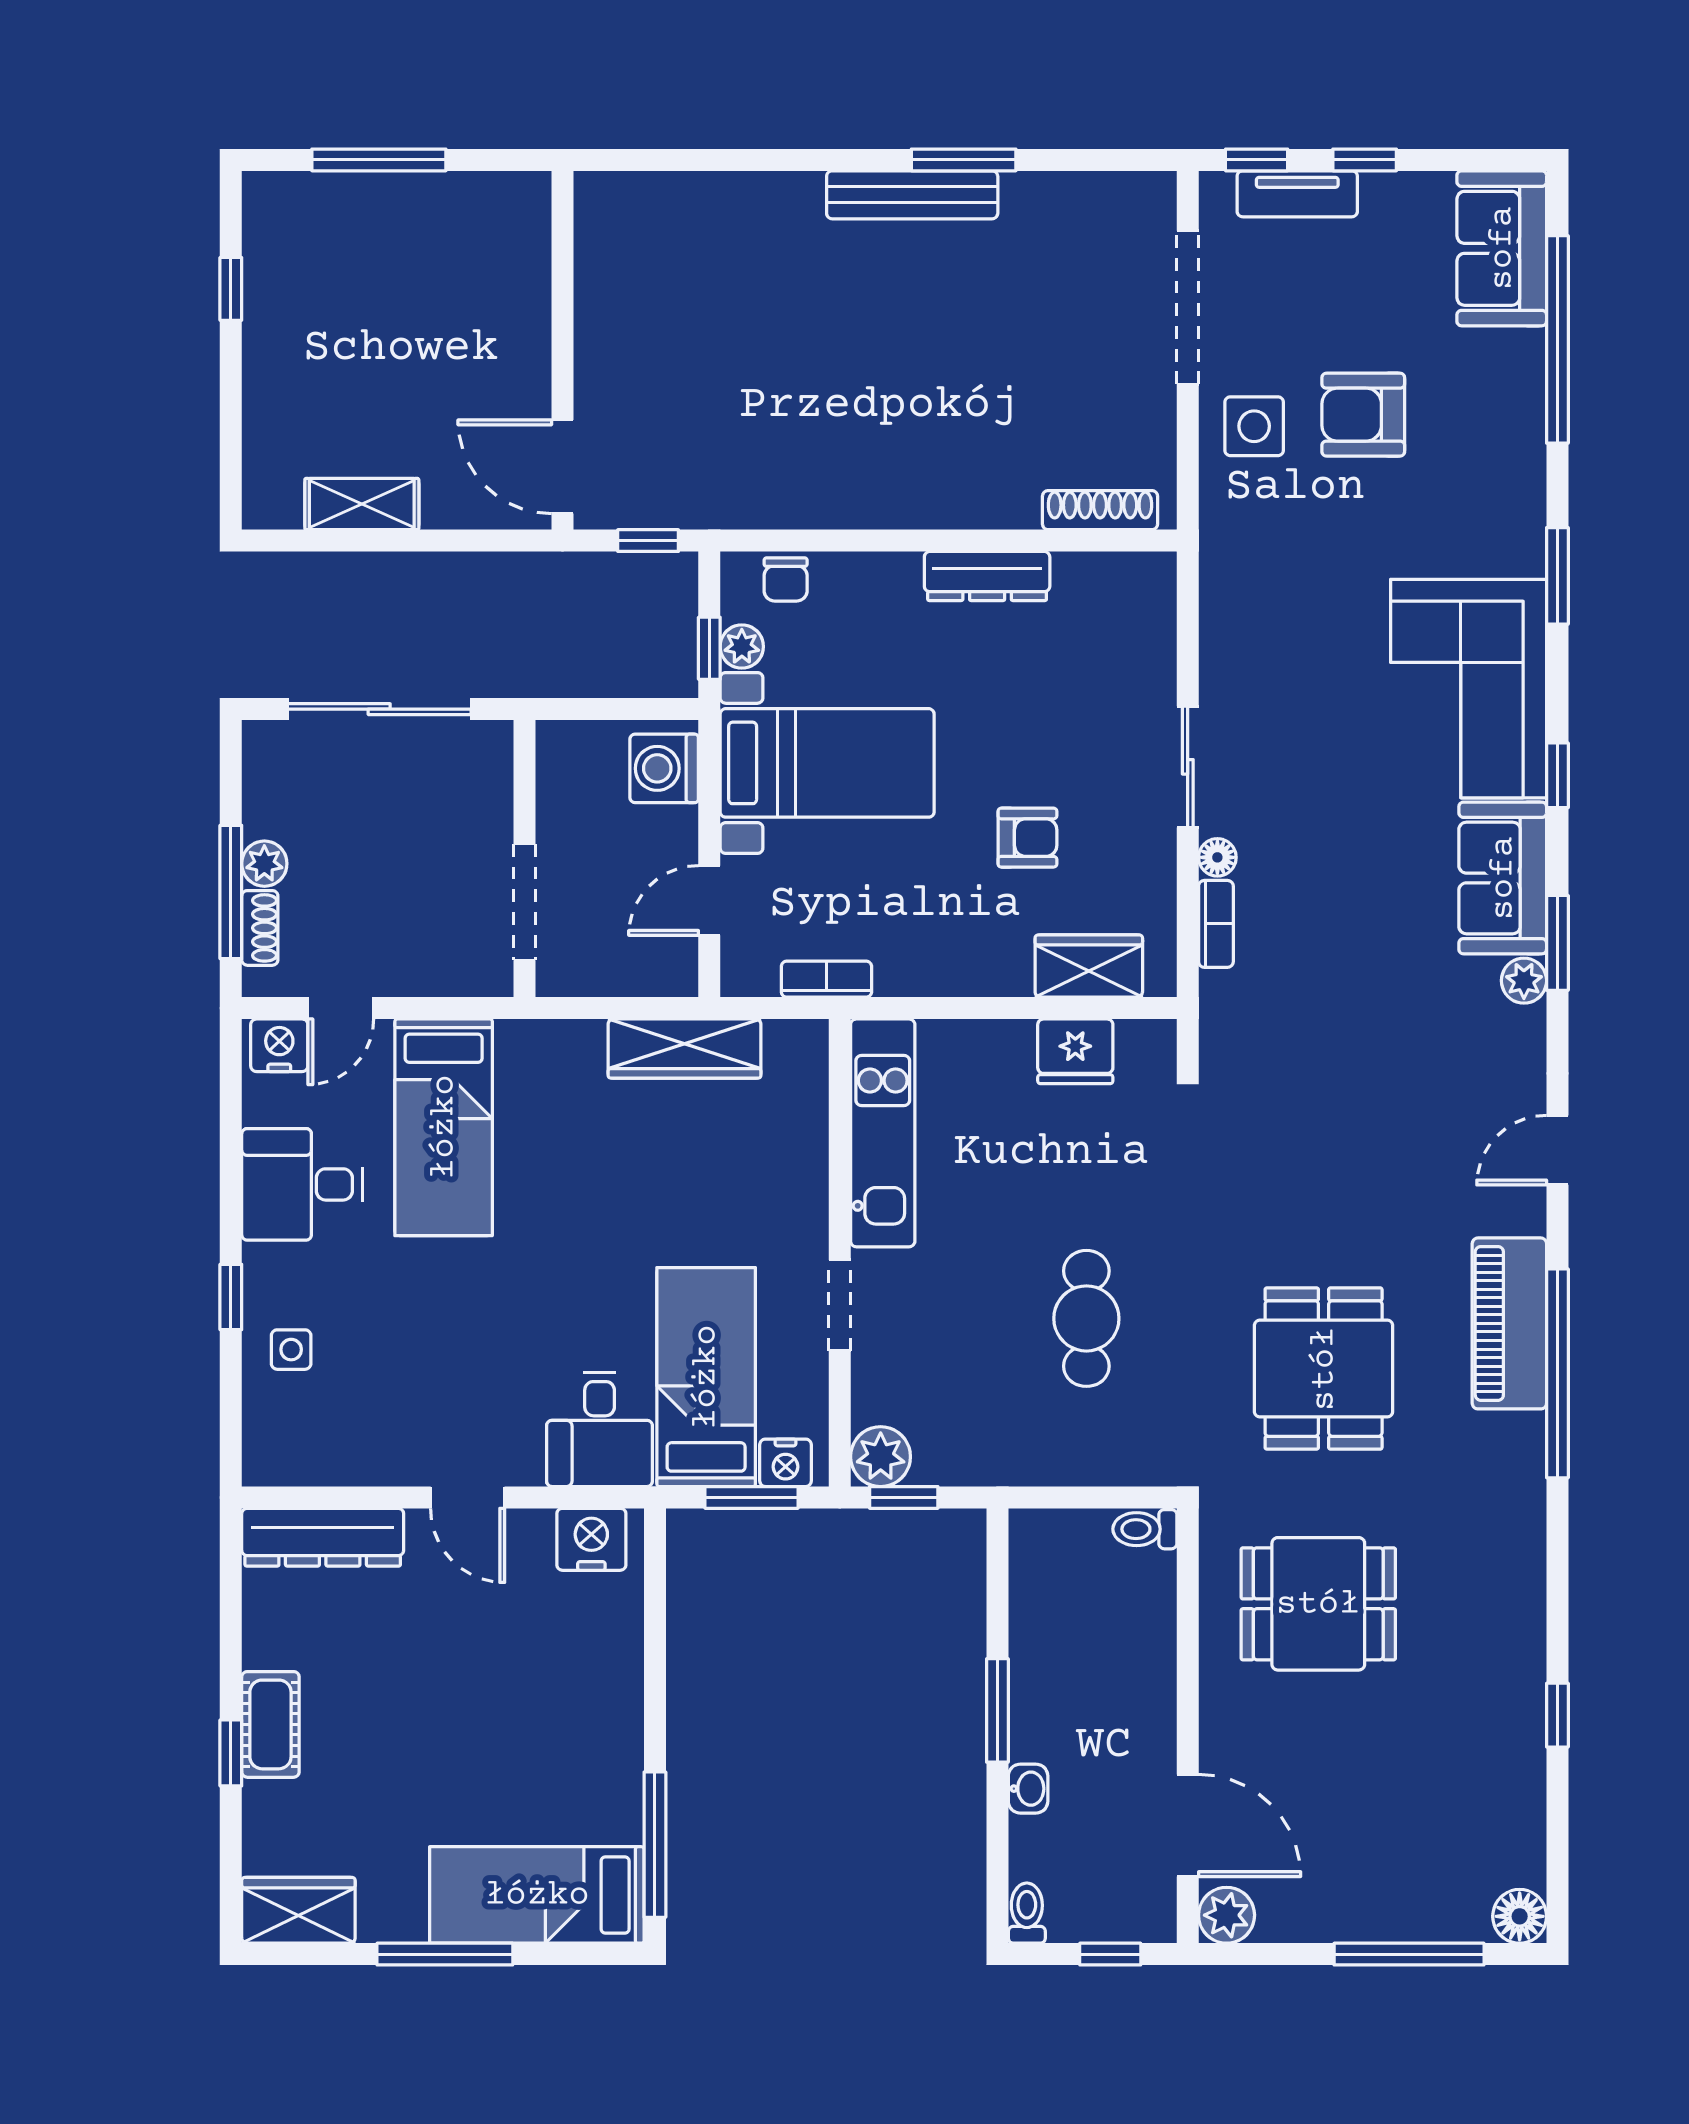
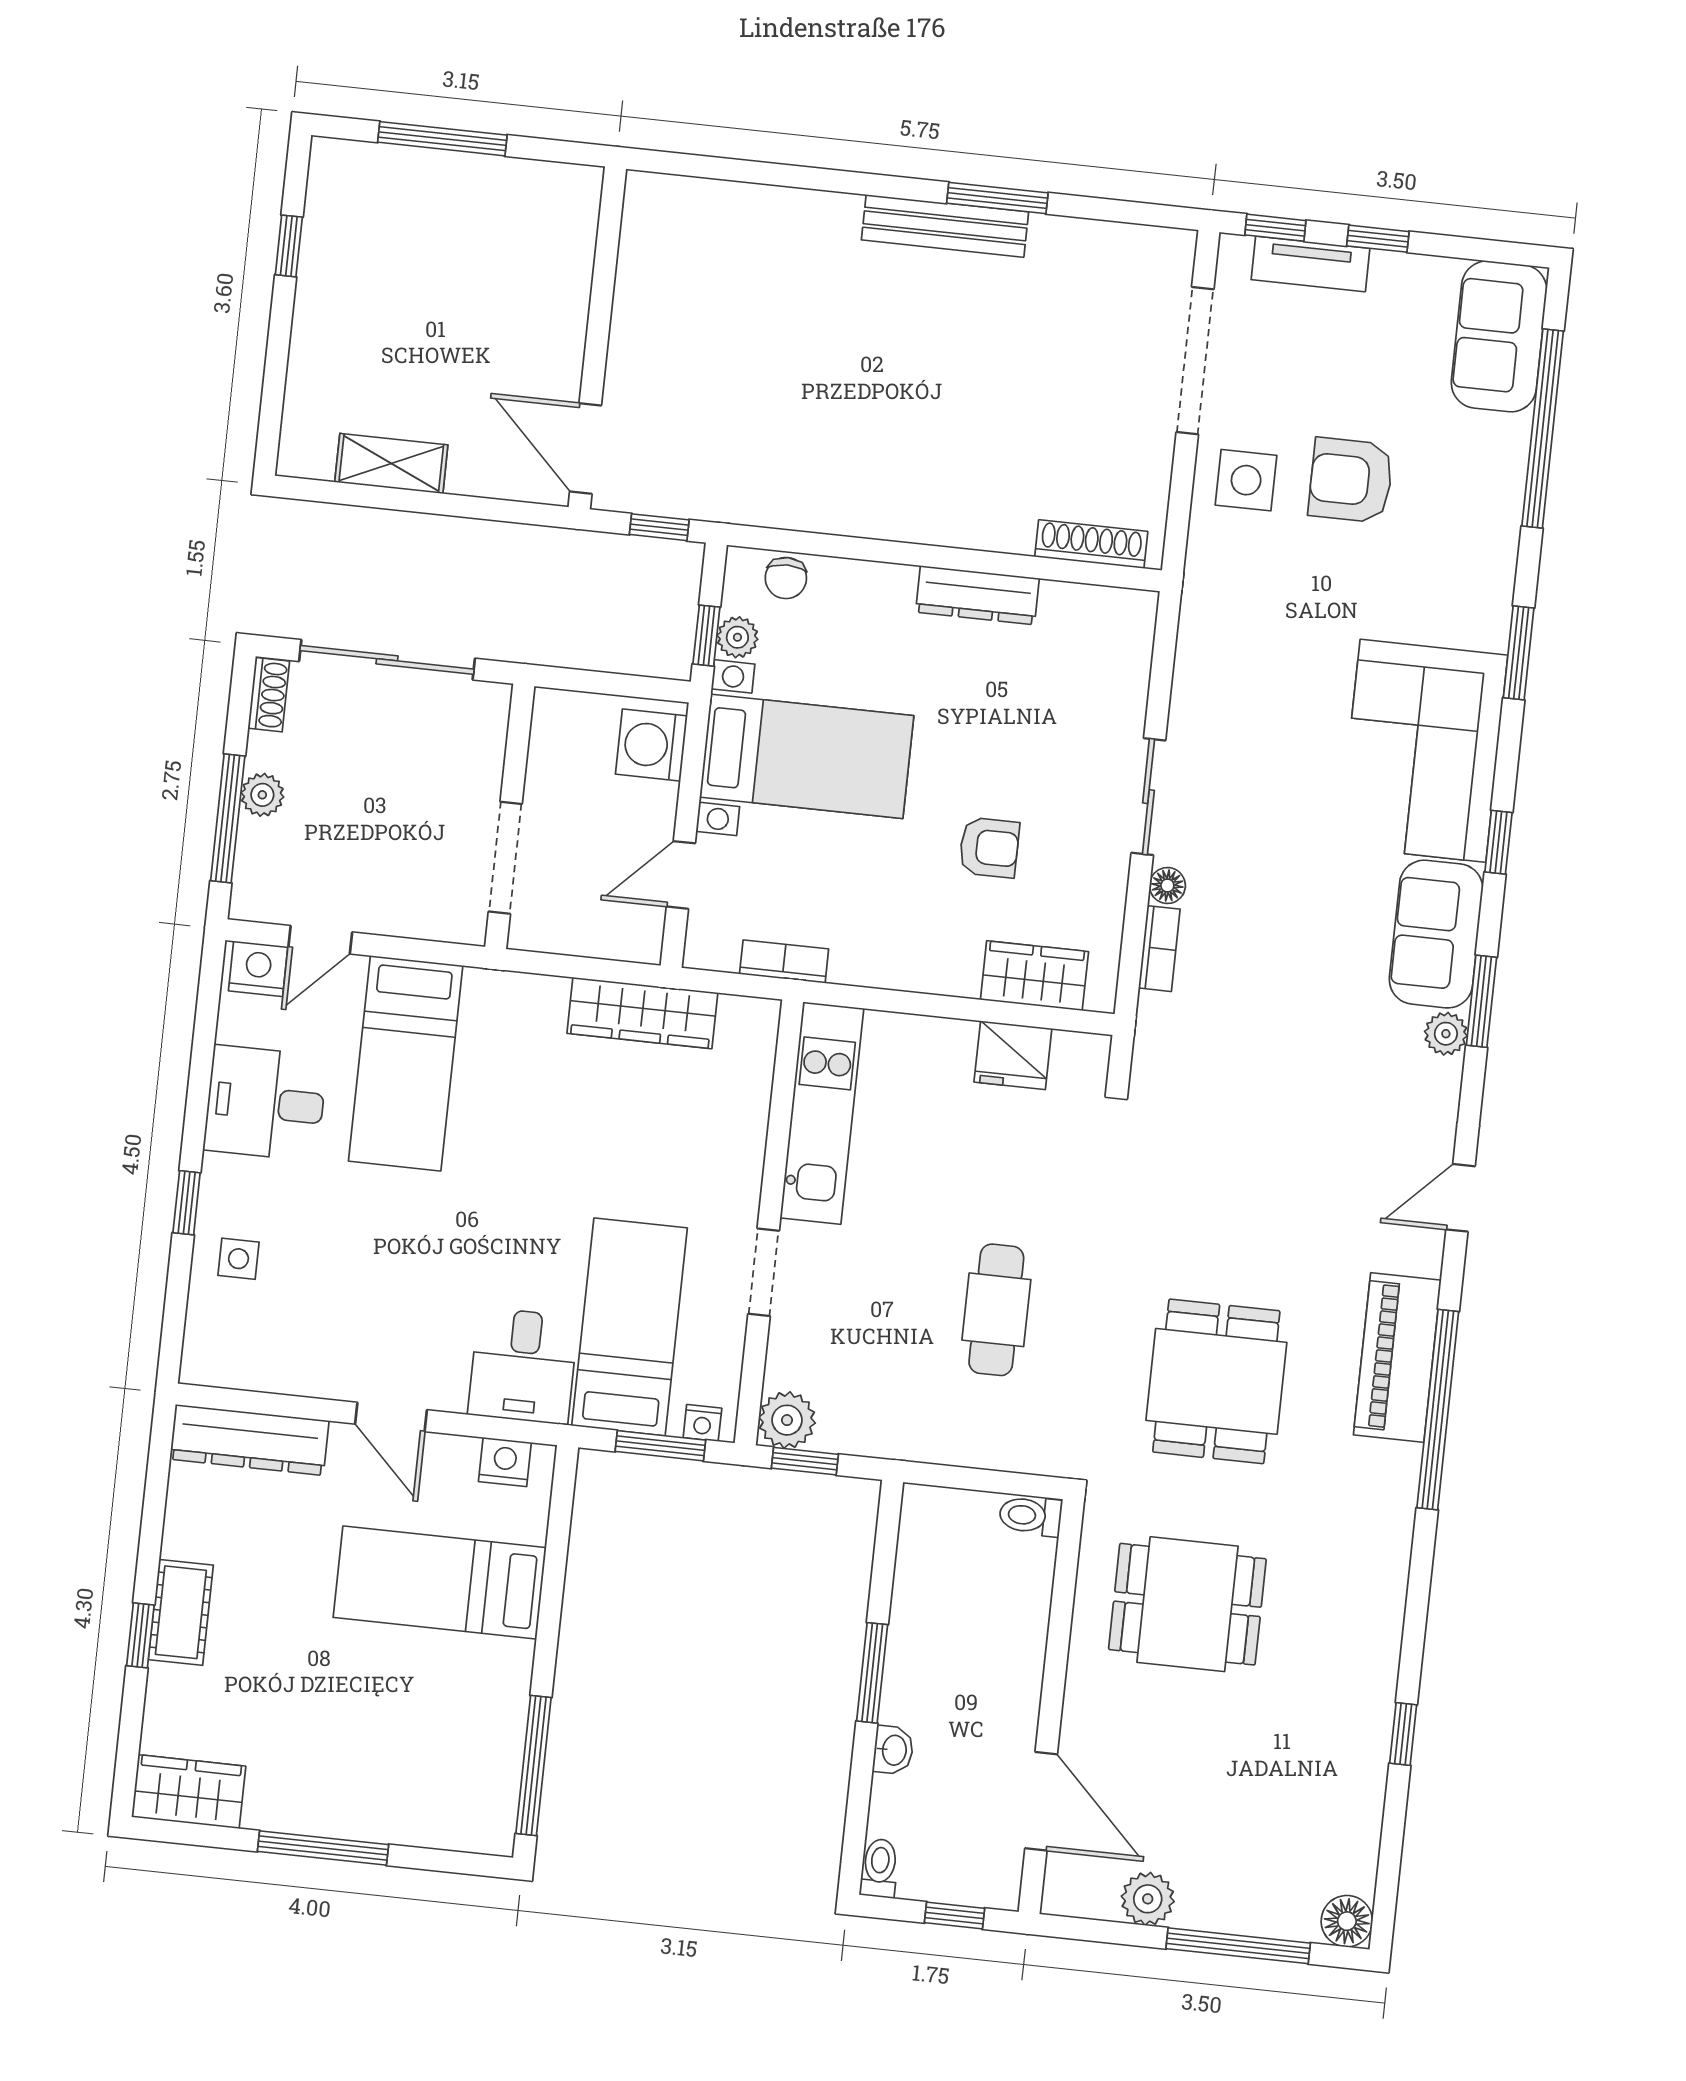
shoe rack: (260, 928) -> (269, 695), moved
nightstand: (786, 1463) -> (702, 1423), width x0.72, depth x0.74
nightstand: (591, 1539) -> (505, 1462), width x0.74, depth x0.75
bed: (537, 1895) -> (440, 1583), moved
plant: (1227, 1915) -> (1148, 1899), moved

